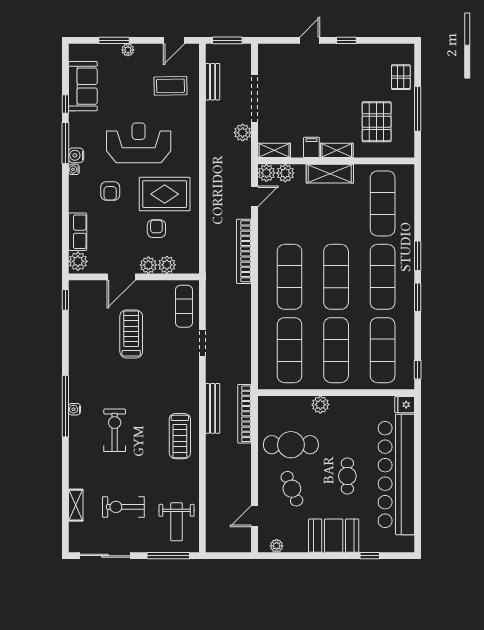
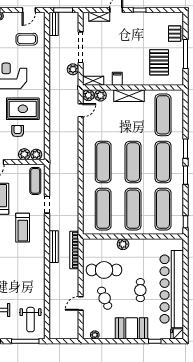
bench: (213, 82) -> (54, 24), moved
shelving: (337, 150) -> (99, 17), moved
bookcase: (244, 251) -> (74, 146), removed
plant: (148, 265) -> (36, 154), moved
fridge: (405, 405) -> (177, 334), moved
treadmill: (180, 436) -> (23, 228), moved
door: (254, 516) -> (81, 303), moved

